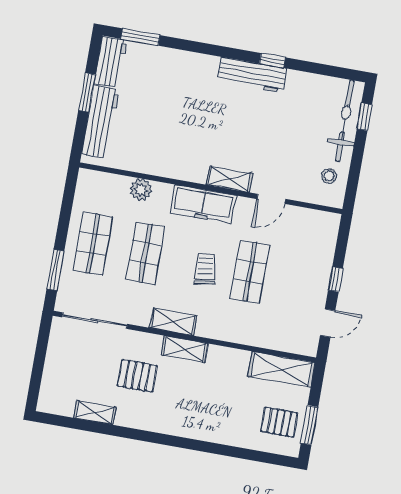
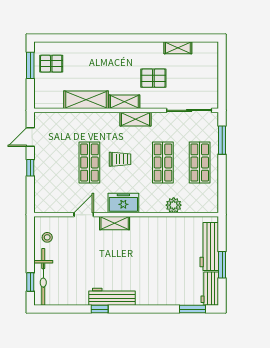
freezer: (203, 204) -> (123, 203), width x0.71
trolley: (205, 269) -> (120, 159), turned -82
shelving: (282, 369) -> (86, 100), moved

